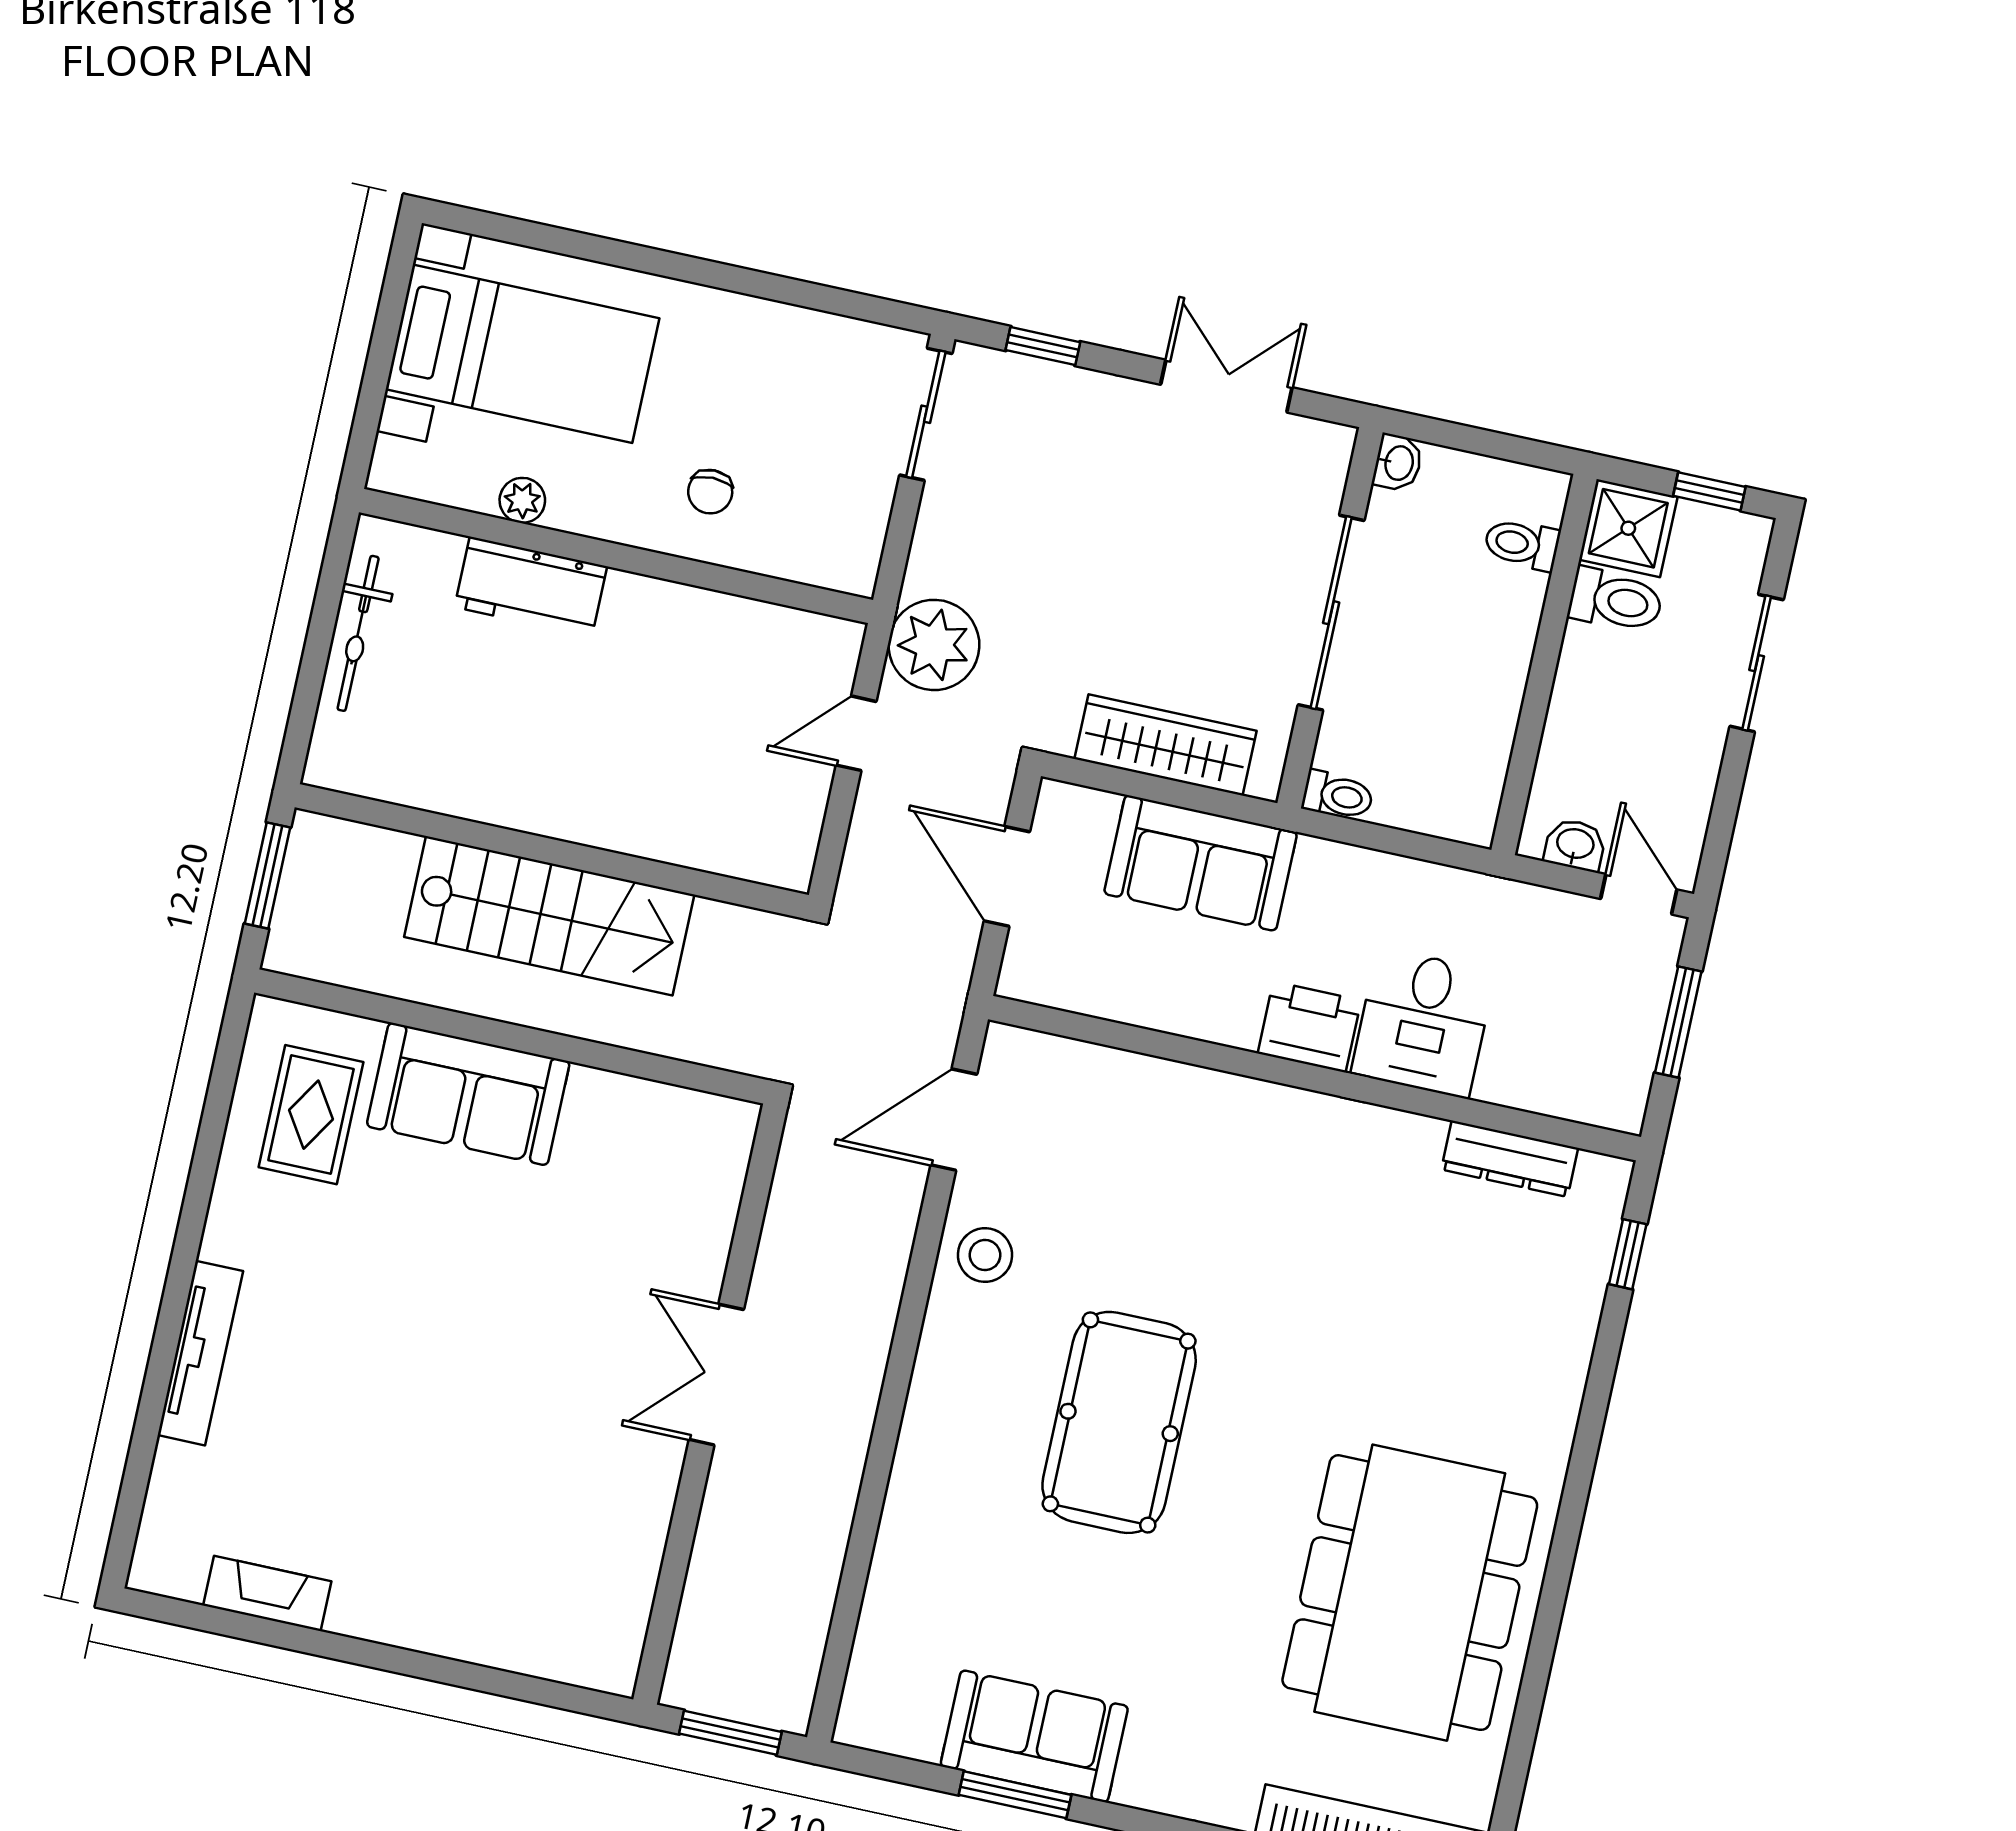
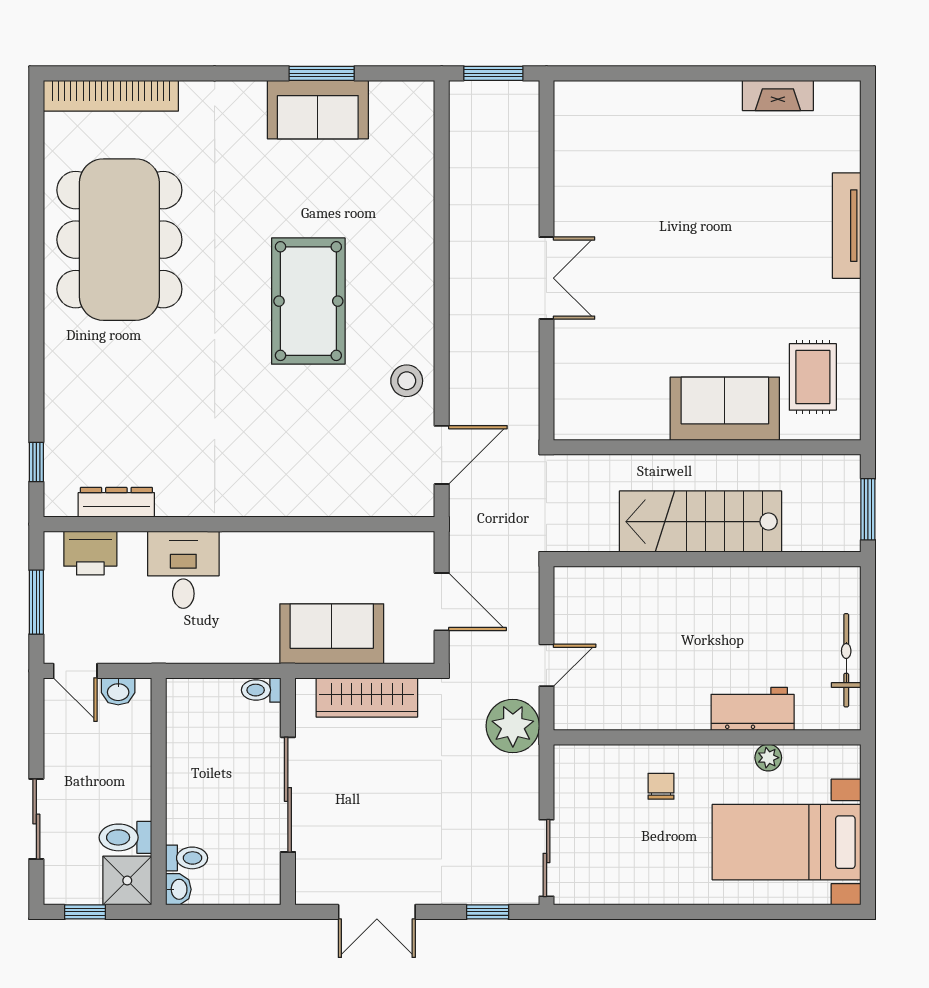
washbasin: (1398, 463) -> (178, 889), moved, turned 180
printer: (1309, 1027) -> (90, 553), moved

